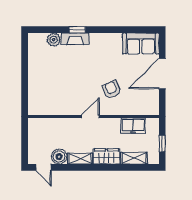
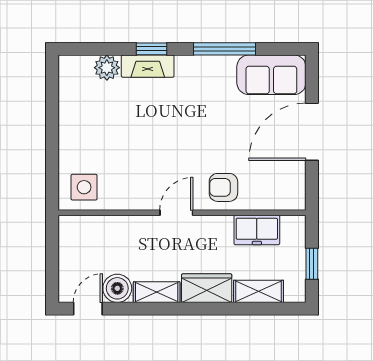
window: (116, 30) -> (225, 49), added
armchair: (112, 90) -> (223, 187), moved, turned -67
side table: (41, 103) -> (84, 187), added
door: (43, 167) -> (88, 309), swing flipped

